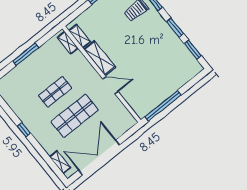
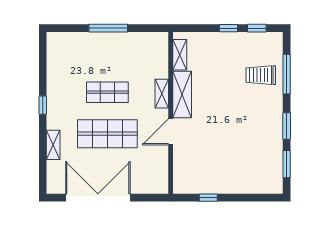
shelving: (68, 43) -> (162, 94), moved
door: (110, 85) -> (171, 132), swing flipped
window: (163, 106) -> (208, 198), width x0.32
shelving: (60, 162) -> (53, 145), moved

